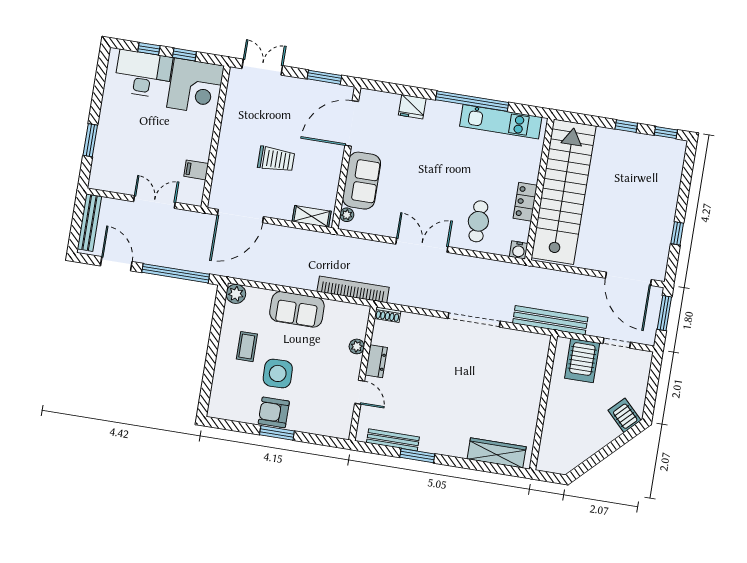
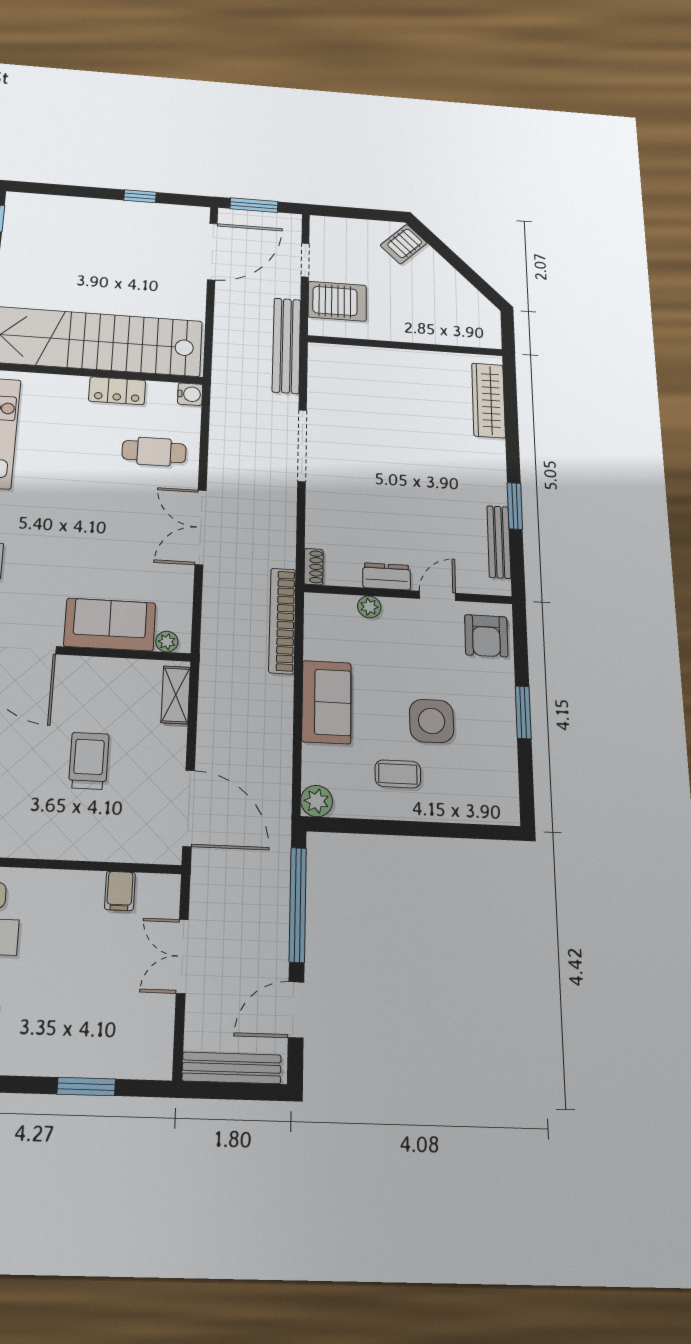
armchair: (274, 412) -> (486, 636), moved

